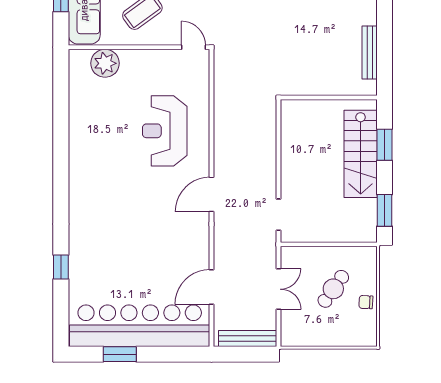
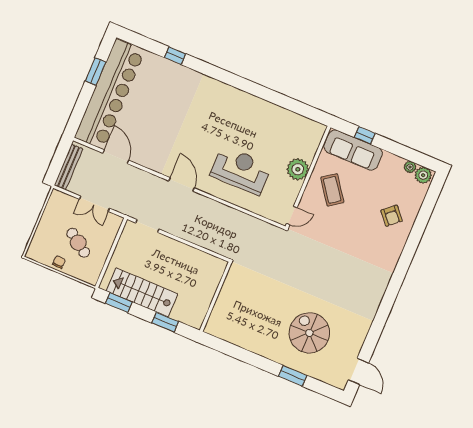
bench: (370, 53) -> (235, 339), removed
plant: (105, 63) -> (298, 169), moved
stairs: (361, 154) -> (142, 292), moved

